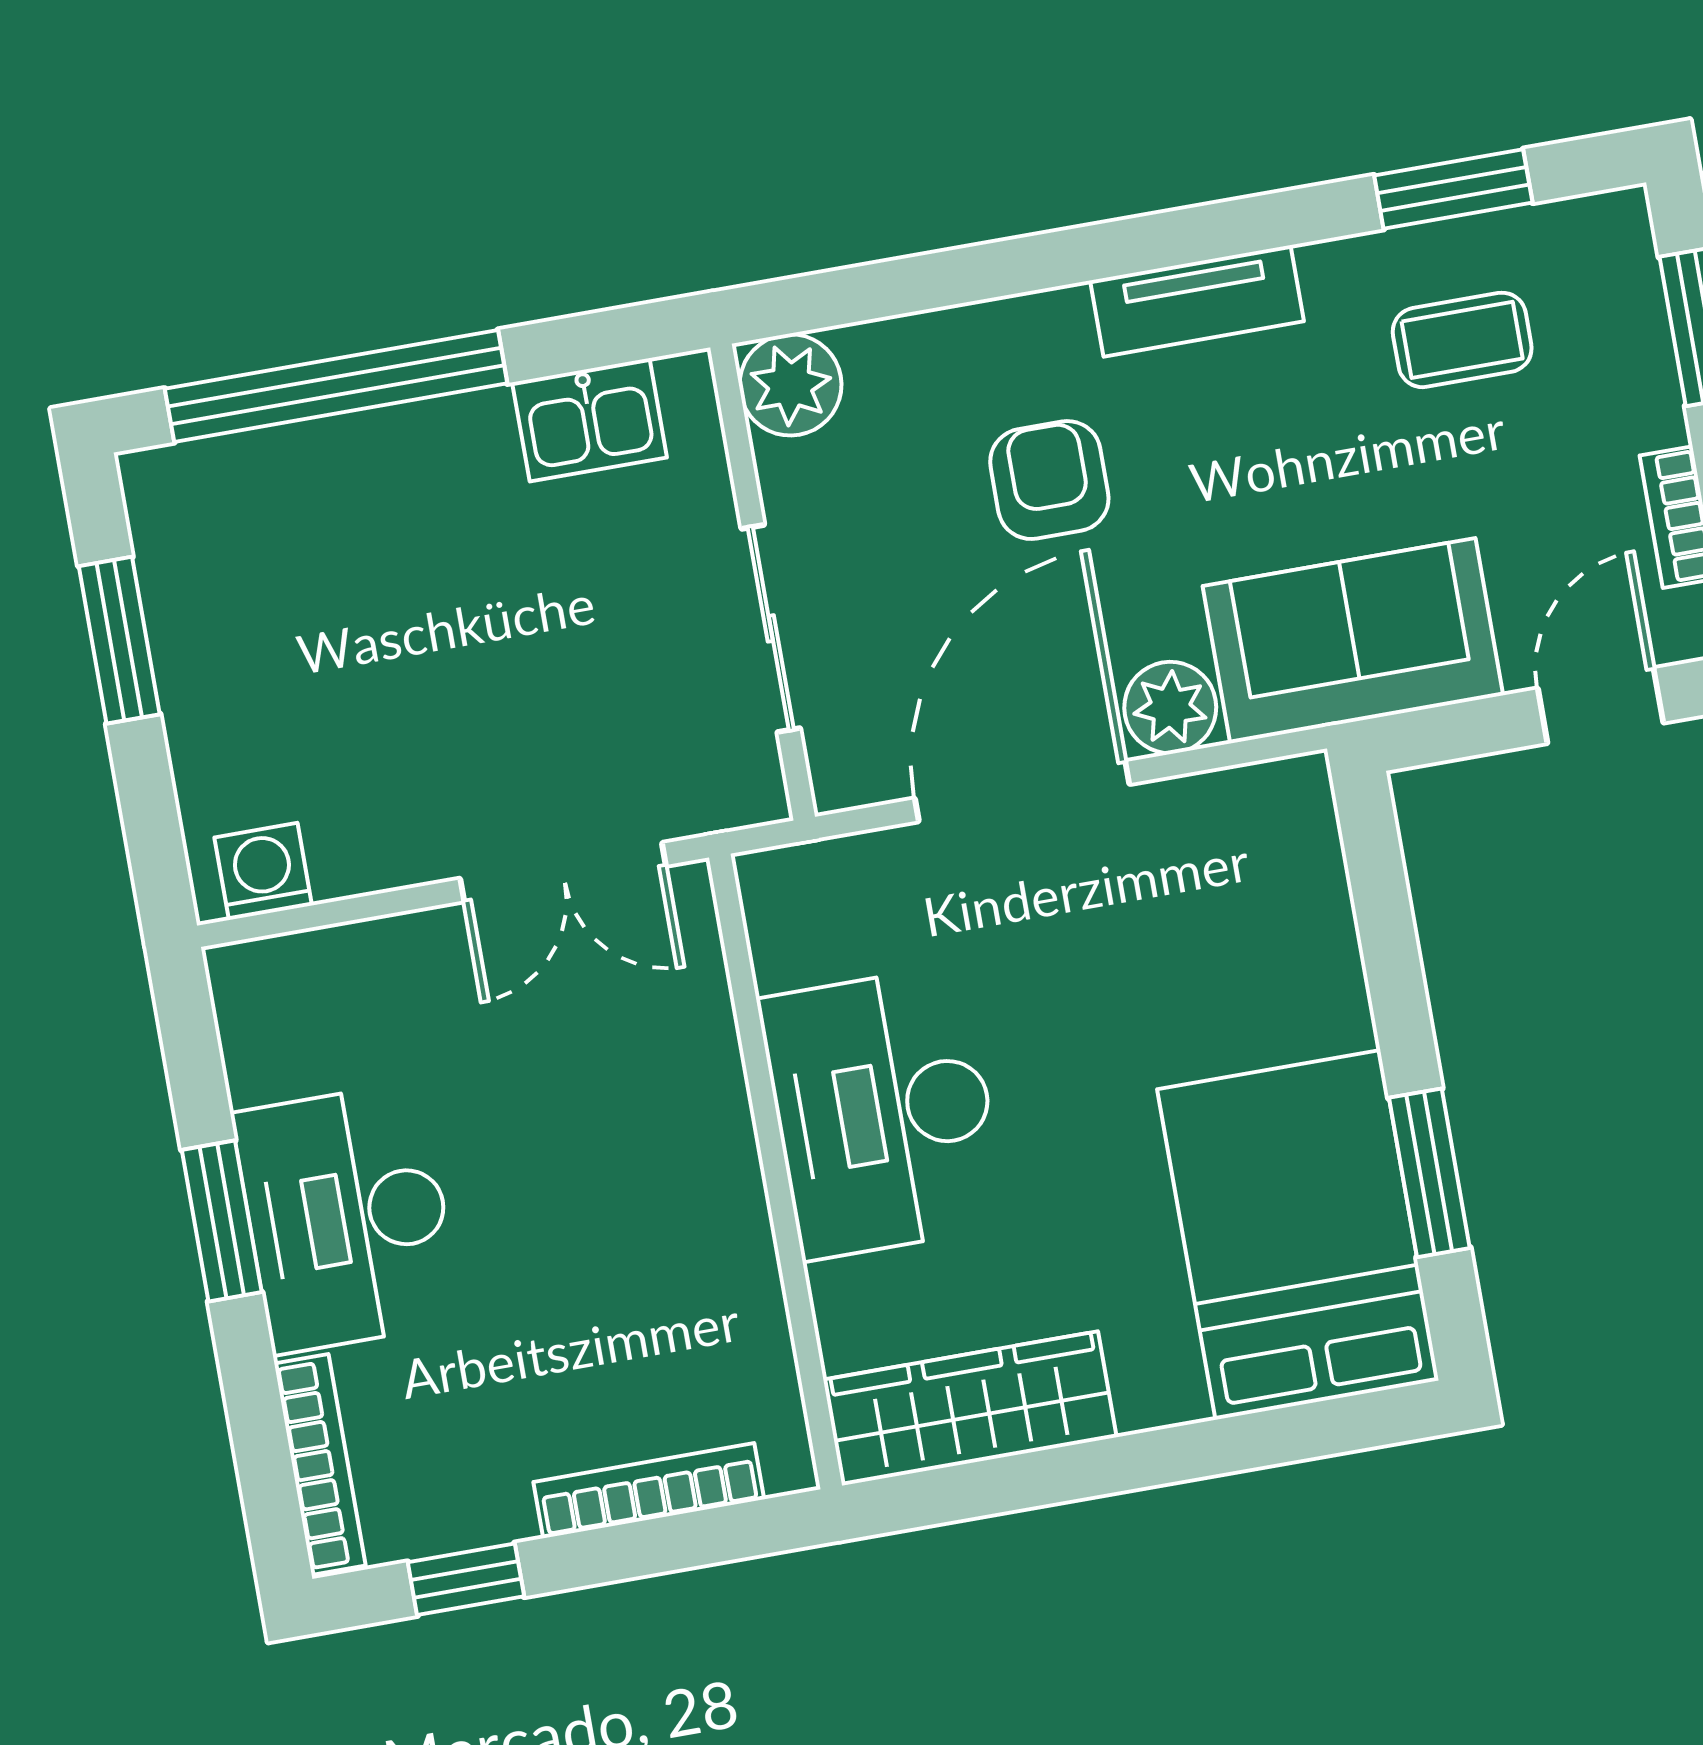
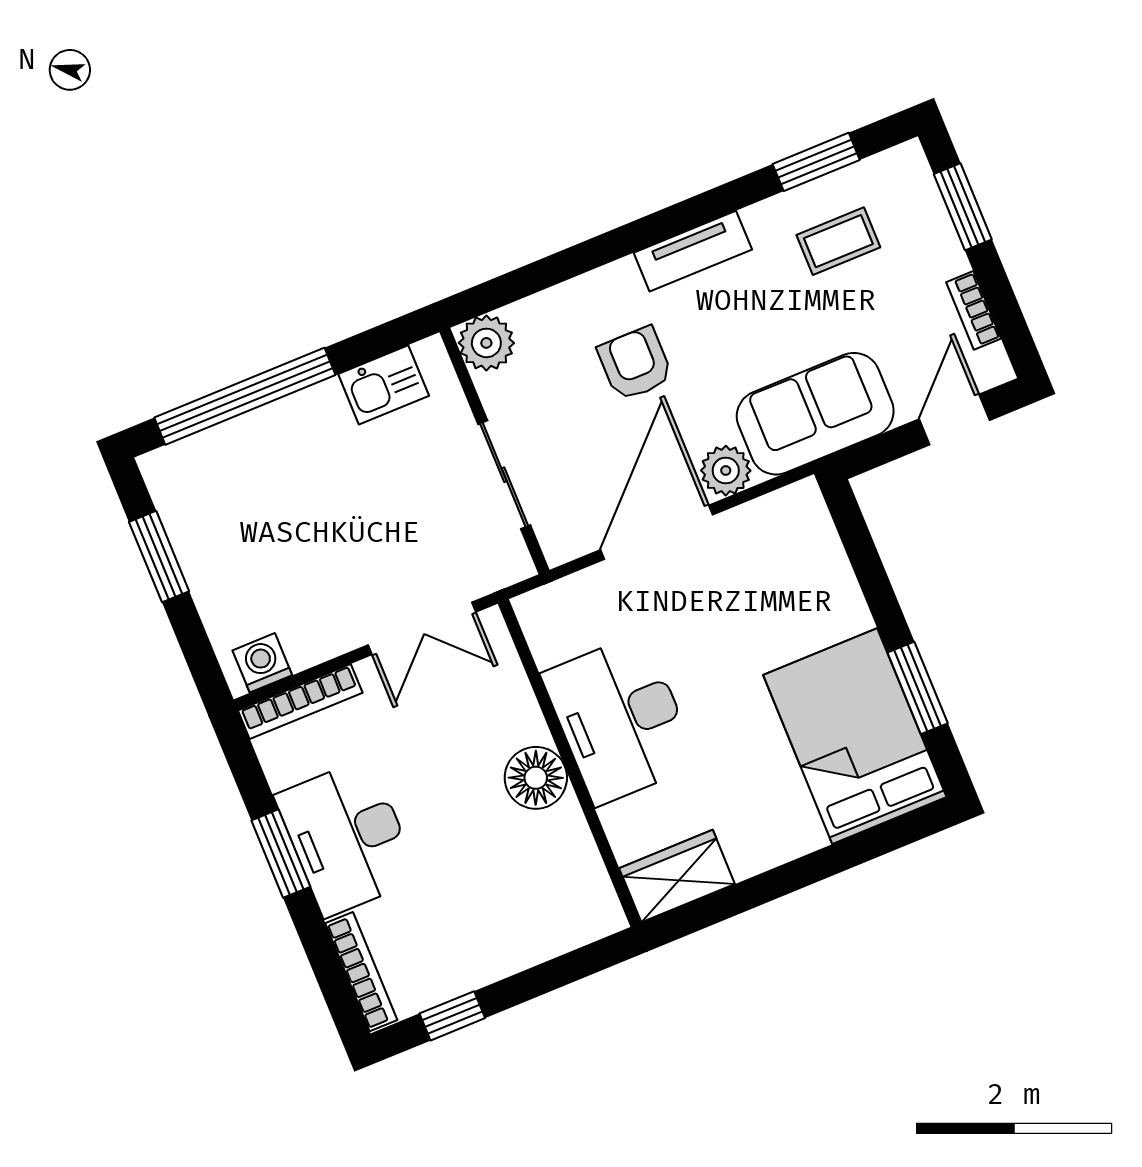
floor lamp: (709, 1185) -> (536, 778), added
wardrobe: (970, 1408) -> (677, 876), width x0.67
bookcase: (649, 1491) -> (300, 702), moved, turned 180

